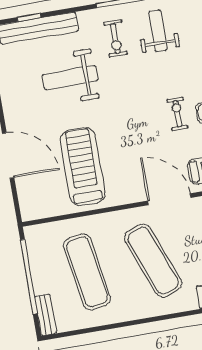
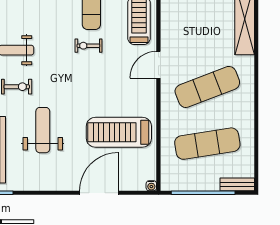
weight bench: (70, 78) -> (43, 130), turned 180
door: (169, 199) -> (158, 65), width x0.73
water cooler: (27, 215) -> (151, 186), added

